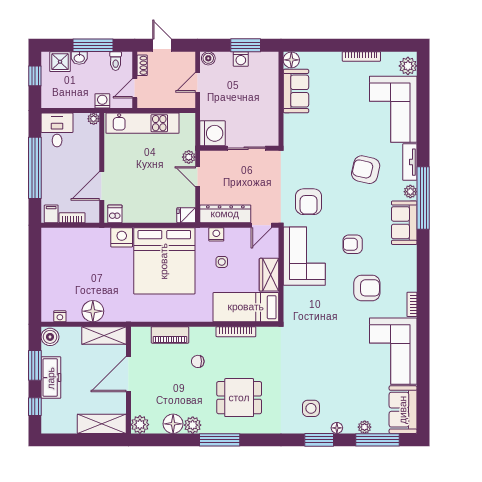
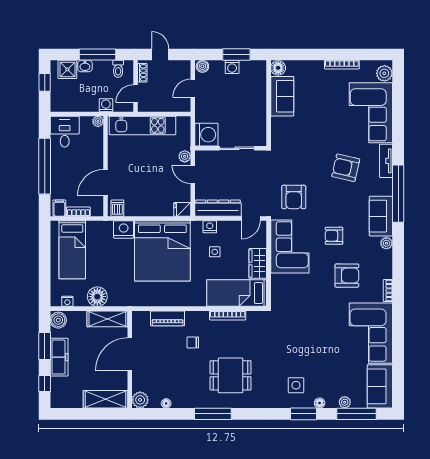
plant: (410, 192) -> (386, 243), moved
bed: (65, 260) -> (72, 250), added
floor lamp: (173, 424) -> (166, 403), width x0.53, depth x0.53
plant: (193, 425) -> (188, 400), removed

